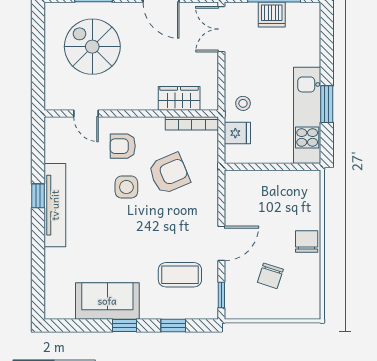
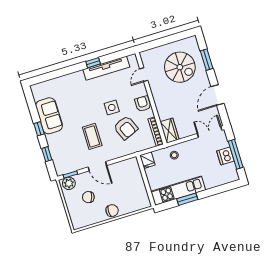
spiral stairs: (92, 47) -> (180, 67), turned 90
wardrobe: (179, 98) -> (170, 131), moved
fridge: (237, 133) -> (147, 160), moved
armchair: (123, 146) -> (143, 104), moved
tv unit: (55, 205) -> (106, 68), moved
coffee table: (180, 275) -> (92, 136), moved
plant: (236, 303) -> (69, 183), added

